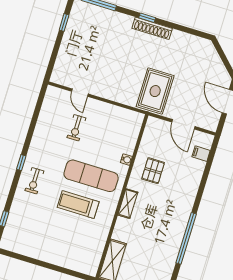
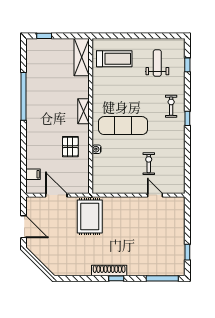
treadmill: (78, 205) -> (114, 59), moved
weight bench: (35, 230) -> (157, 63), added

